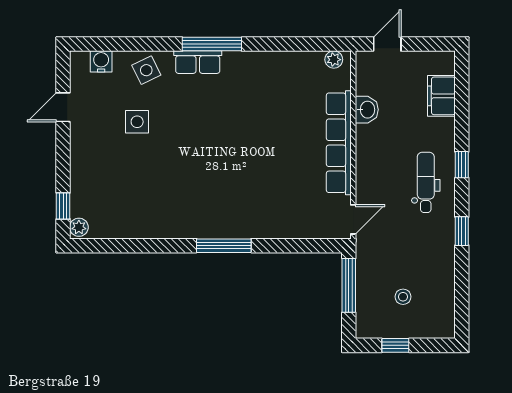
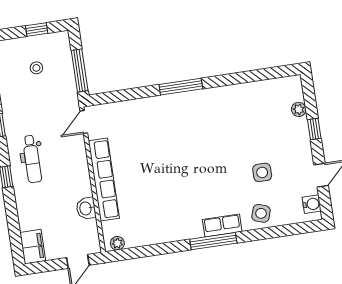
water cooler: (101, 61) -> (312, 204), moved, turned -90
side table: (146, 70) -> (261, 213), turned 45
filing cabinet: (441, 96) -> (33, 247), moved
window: (63, 206) -> (314, 129), moved
plant: (79, 227) -> (299, 109), moved

